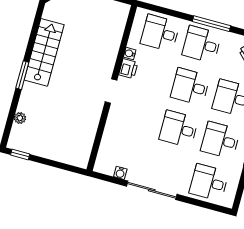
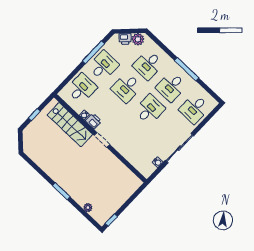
desk: (160, 33) -> (82, 88), turned 180
desk: (202, 44) -> (103, 66), turned 180
stairs: (44, 52) -> (70, 125), moved, turned 180
desk: (179, 129) -> (150, 110), turned 180

